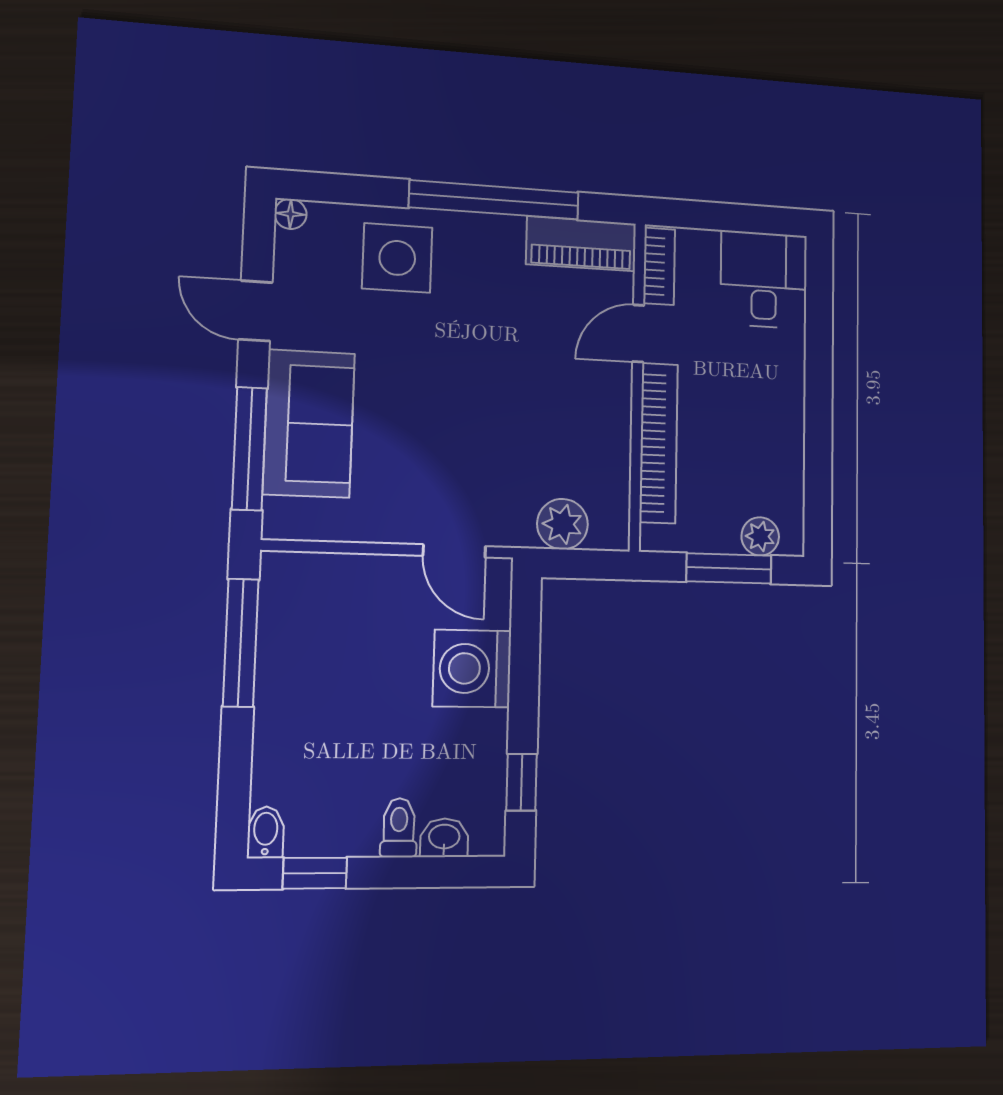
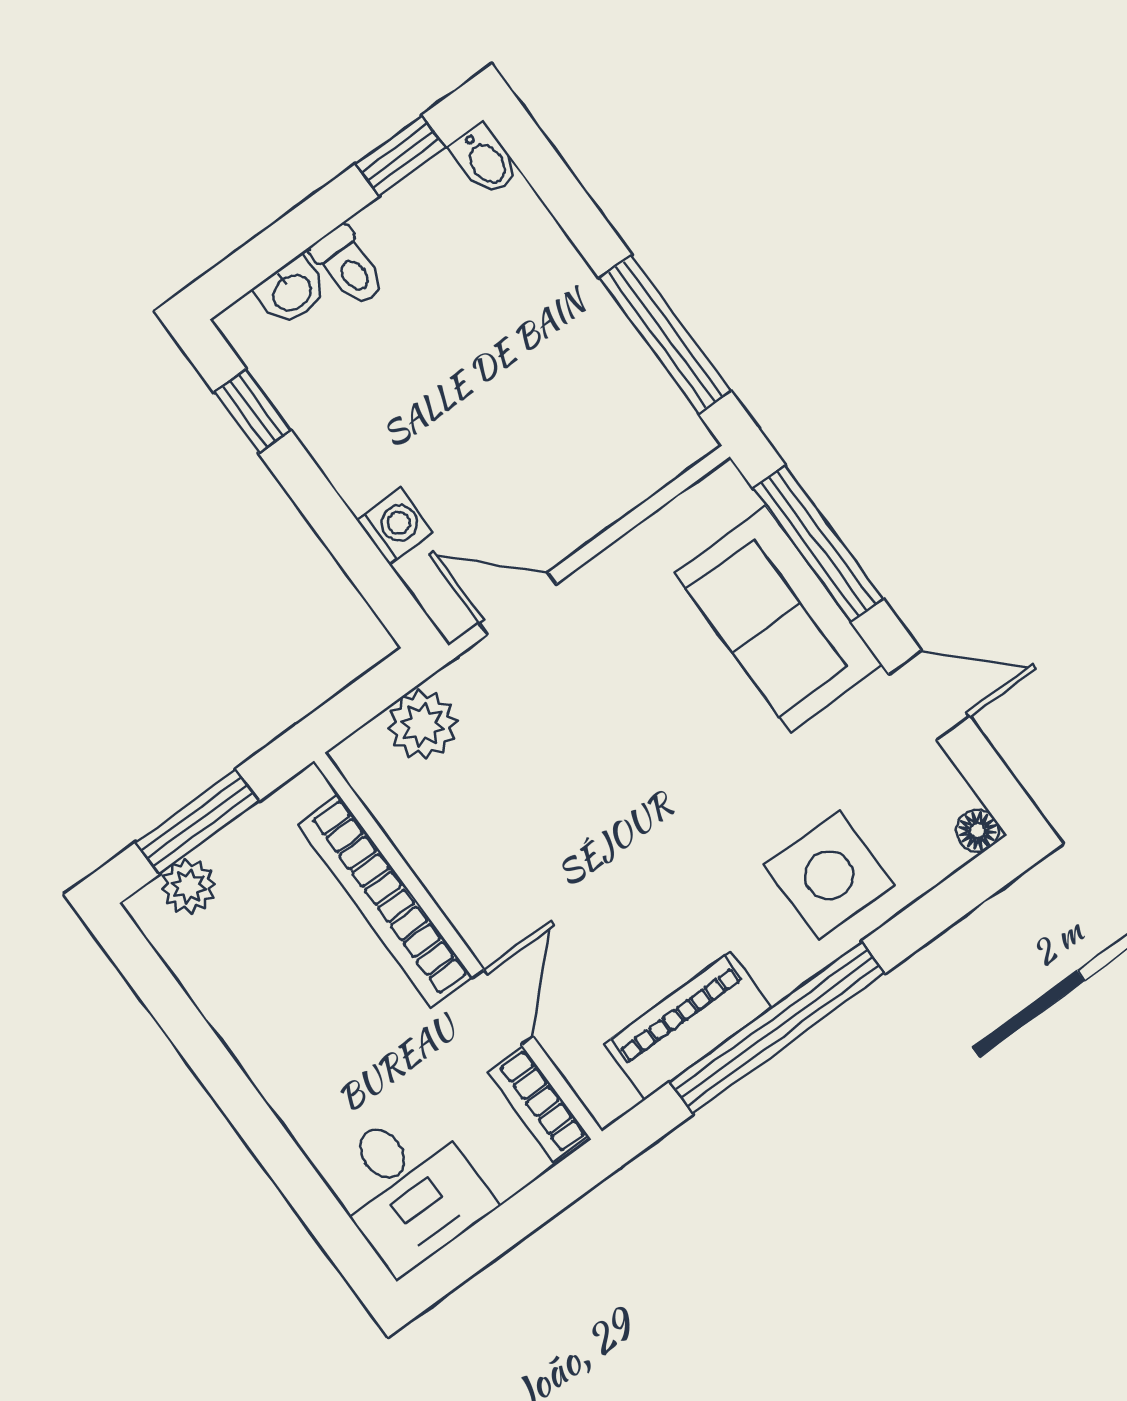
piano: (581, 244) -> (688, 1026), moved
washing machine: (472, 669) -> (395, 526), width x0.53, depth x0.53

